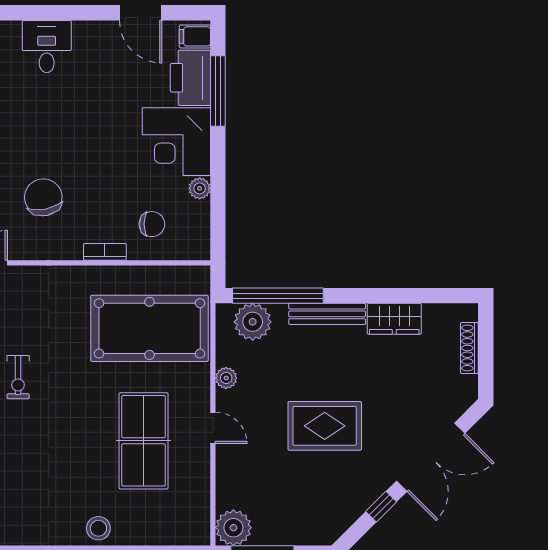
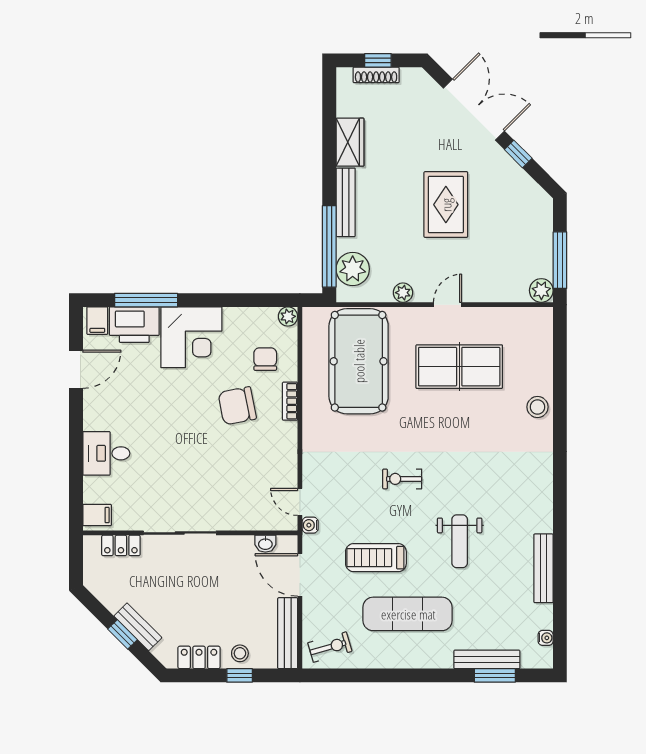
plant: (200, 188) -> (288, 316), moved
chair: (43, 197) -> (237, 406), moved
window: (486, 350) -> (378, 60), added
exercise bike: (18, 377) -> (402, 479), turned 180
plant: (233, 528) -> (541, 290), width x0.73, depth x0.73

